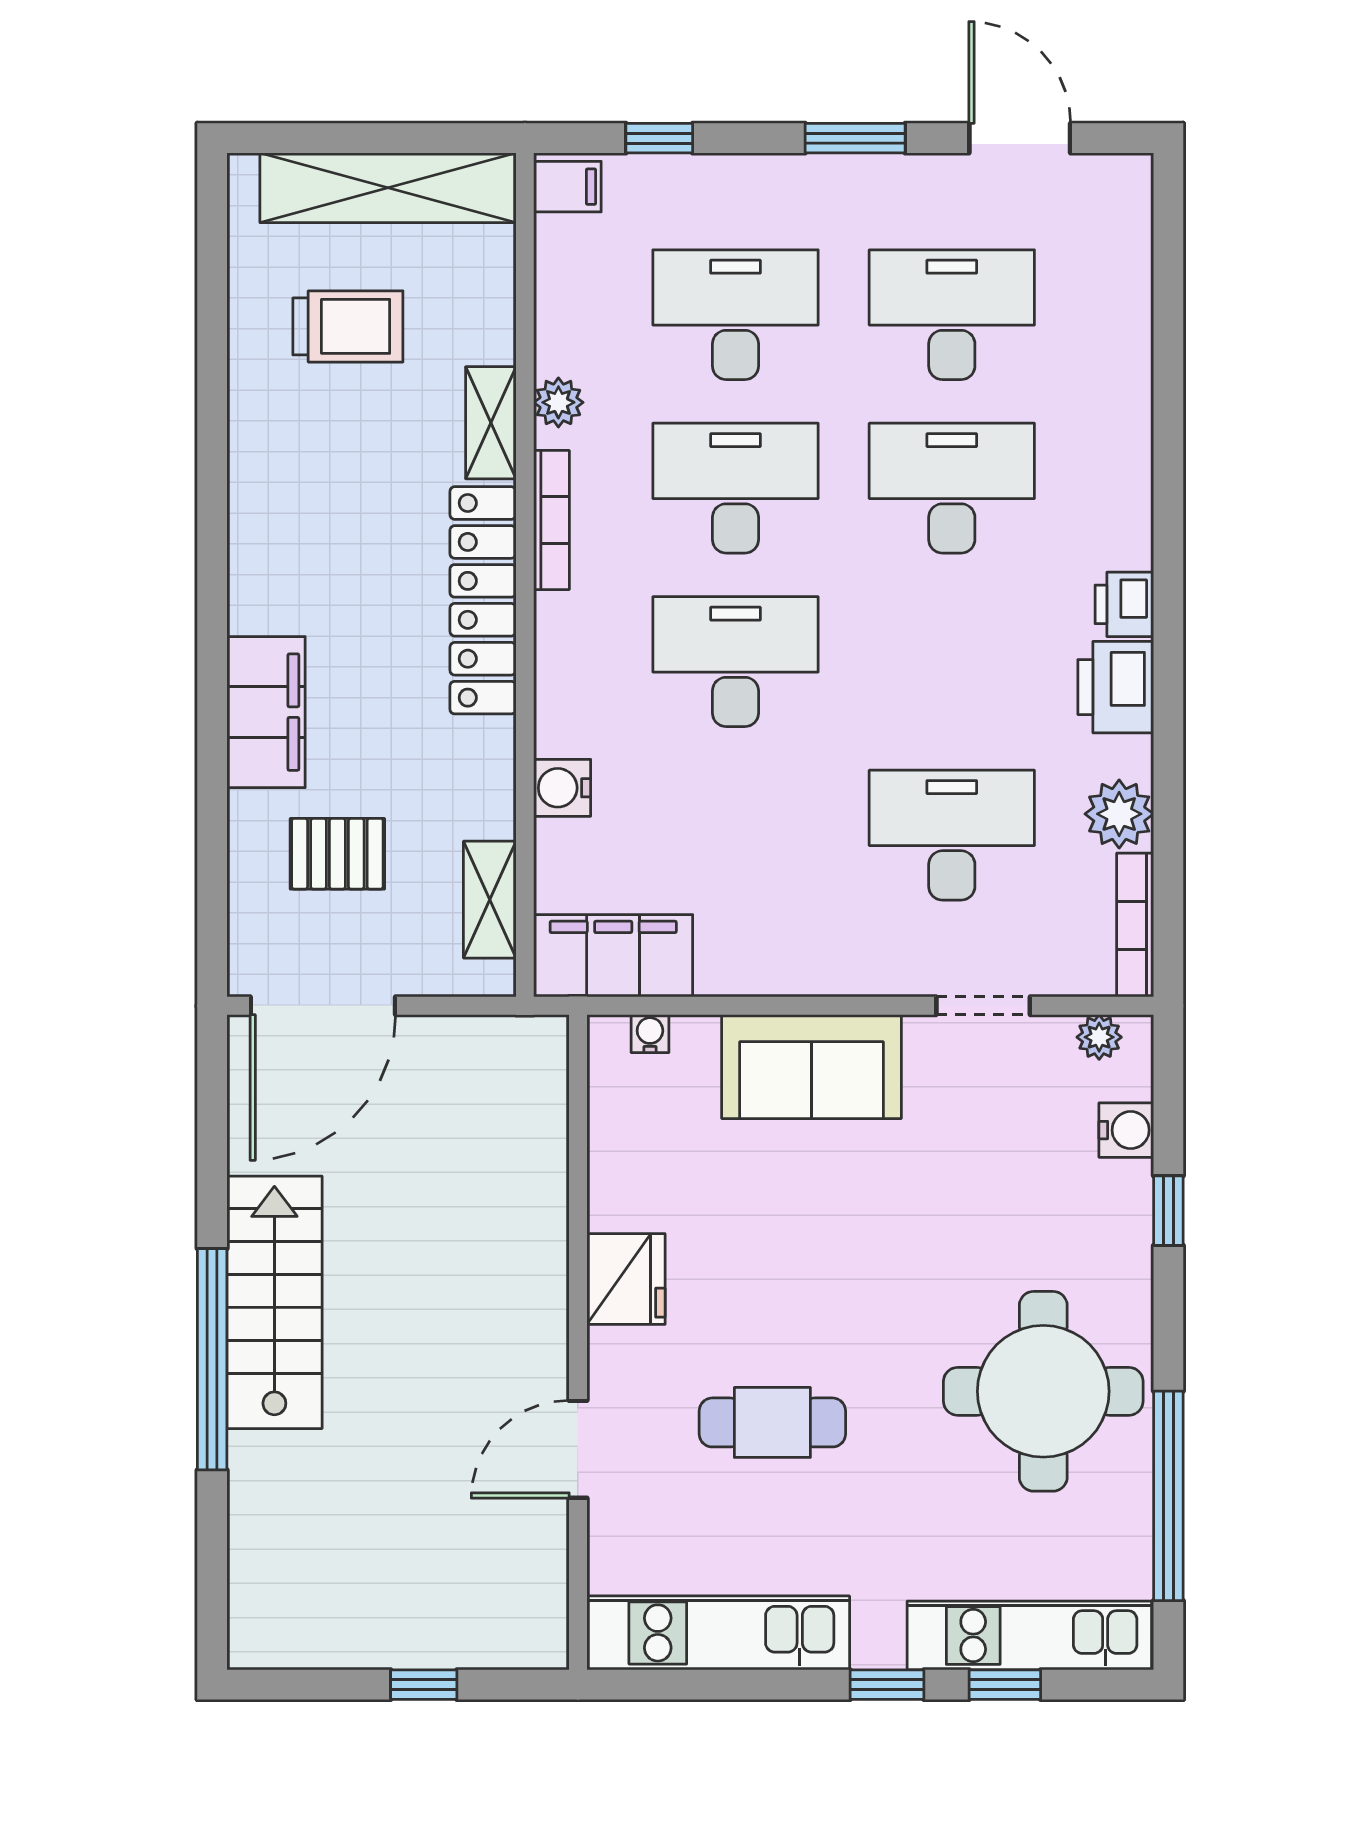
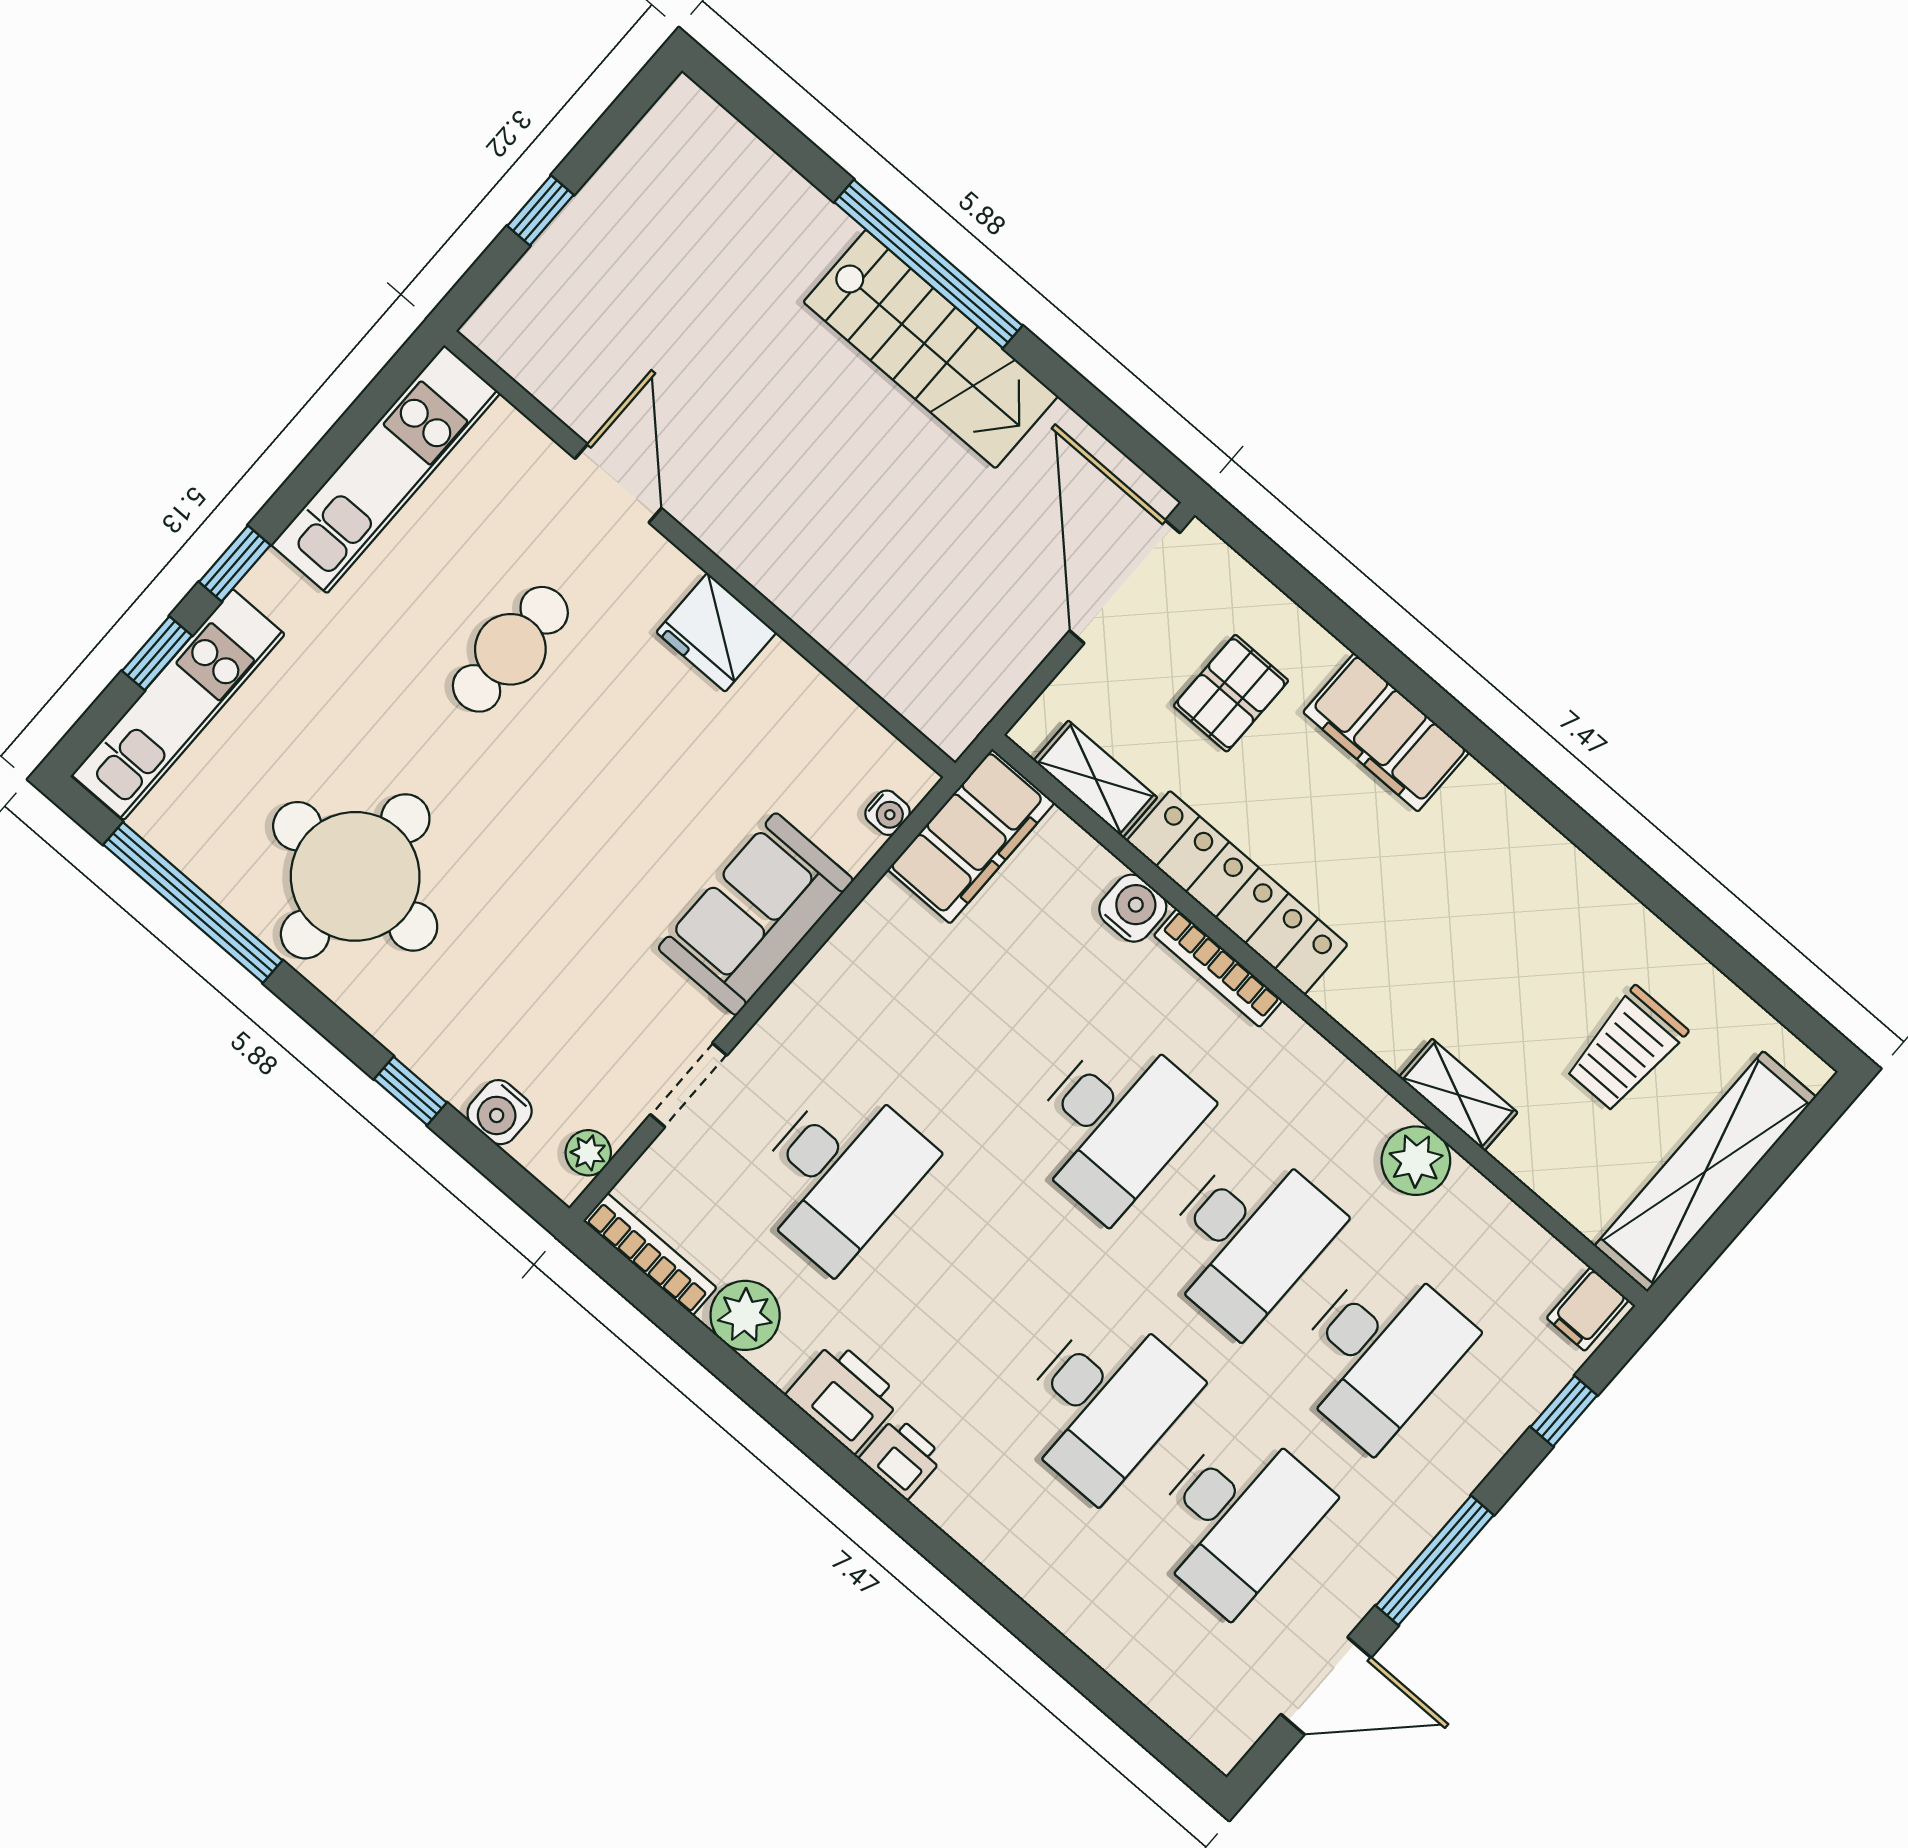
window: (855, 138) -> (1435, 1560), width x1.44
plant: (558, 402) -> (1416, 1161), width x1.38, depth x1.38
bookcase: (552, 520) -> (1218, 968), moved
locker: (483, 600) -> (1237, 893), moved

